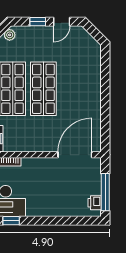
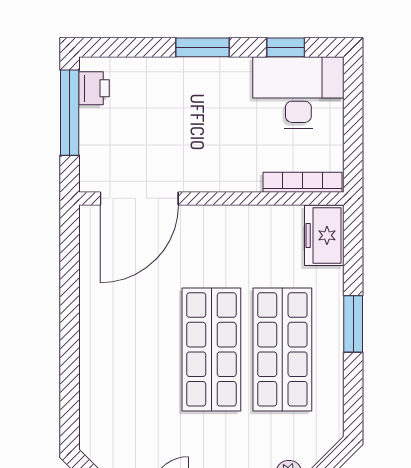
window: (47, 221) -> (202, 47), added

